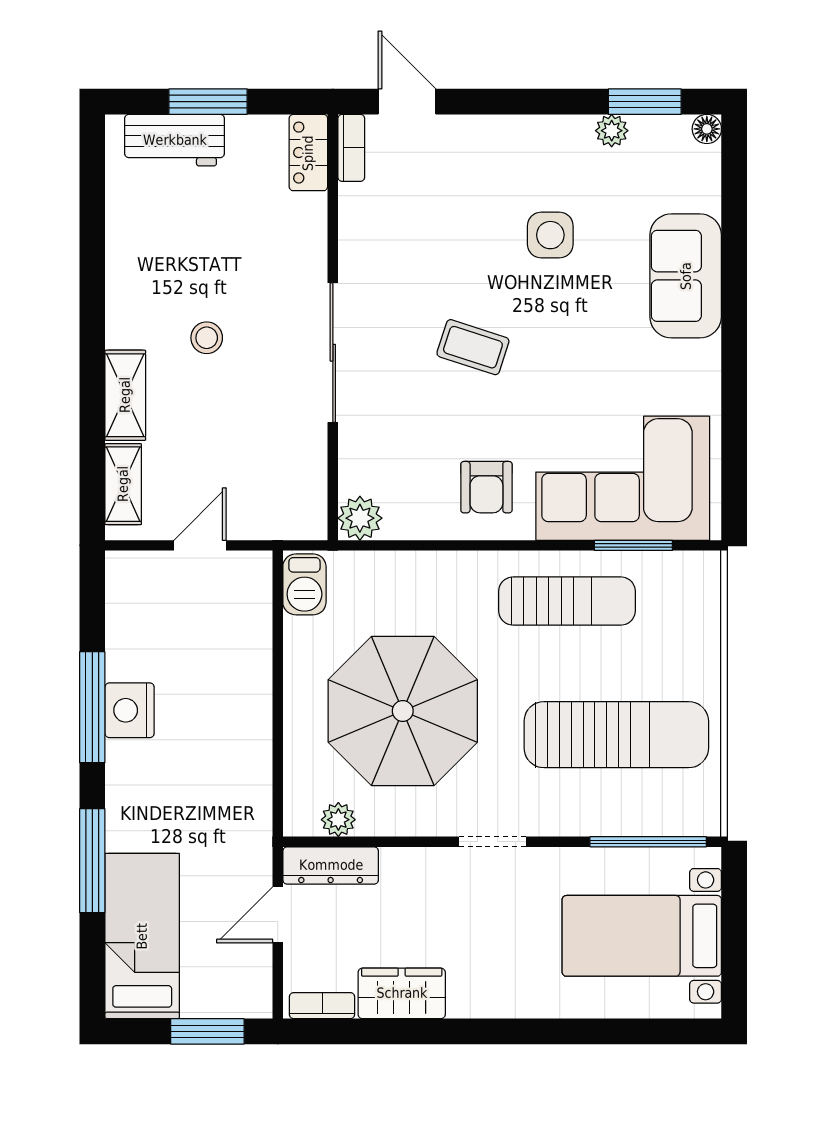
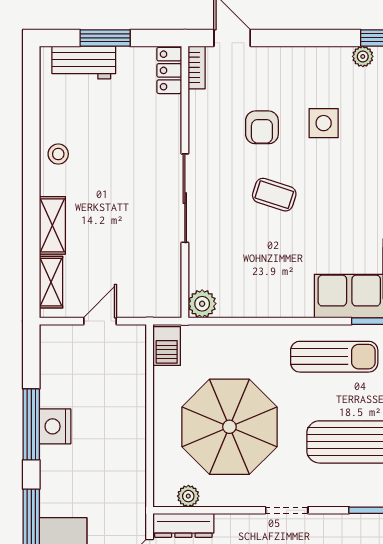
stool: (207, 338) -> (58, 154), moved
armchair: (486, 487) -> (262, 127), moved

